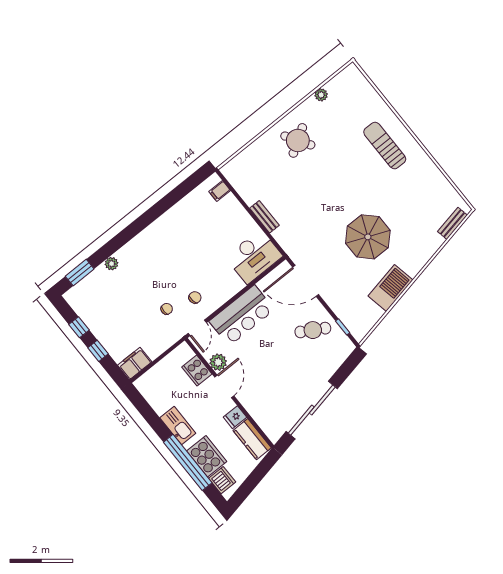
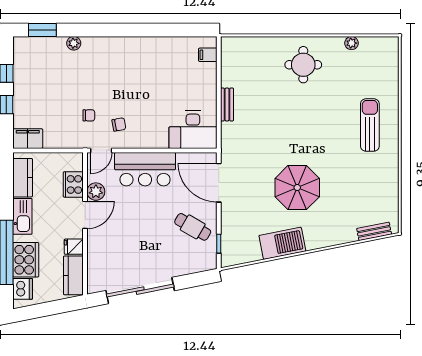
round table: (298, 140) -> (303, 65), turned 32
kitchen counter: (154, 396) -> (23, 178), added

